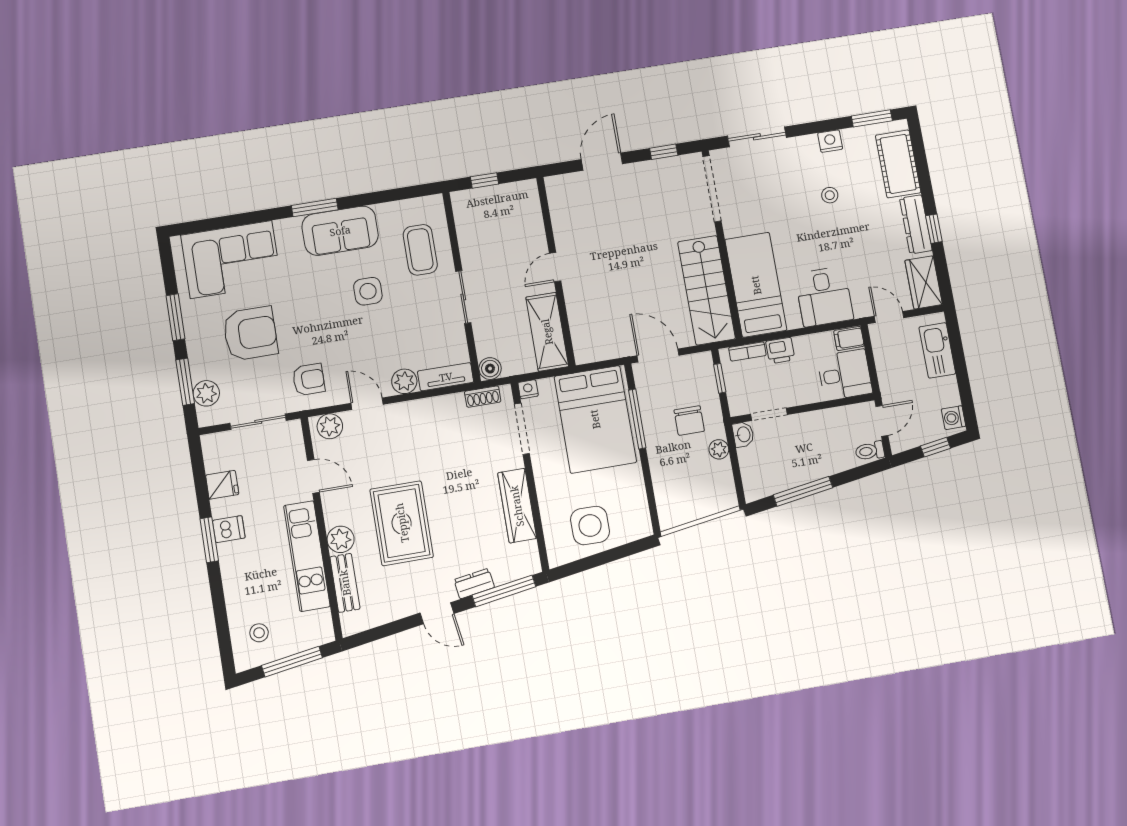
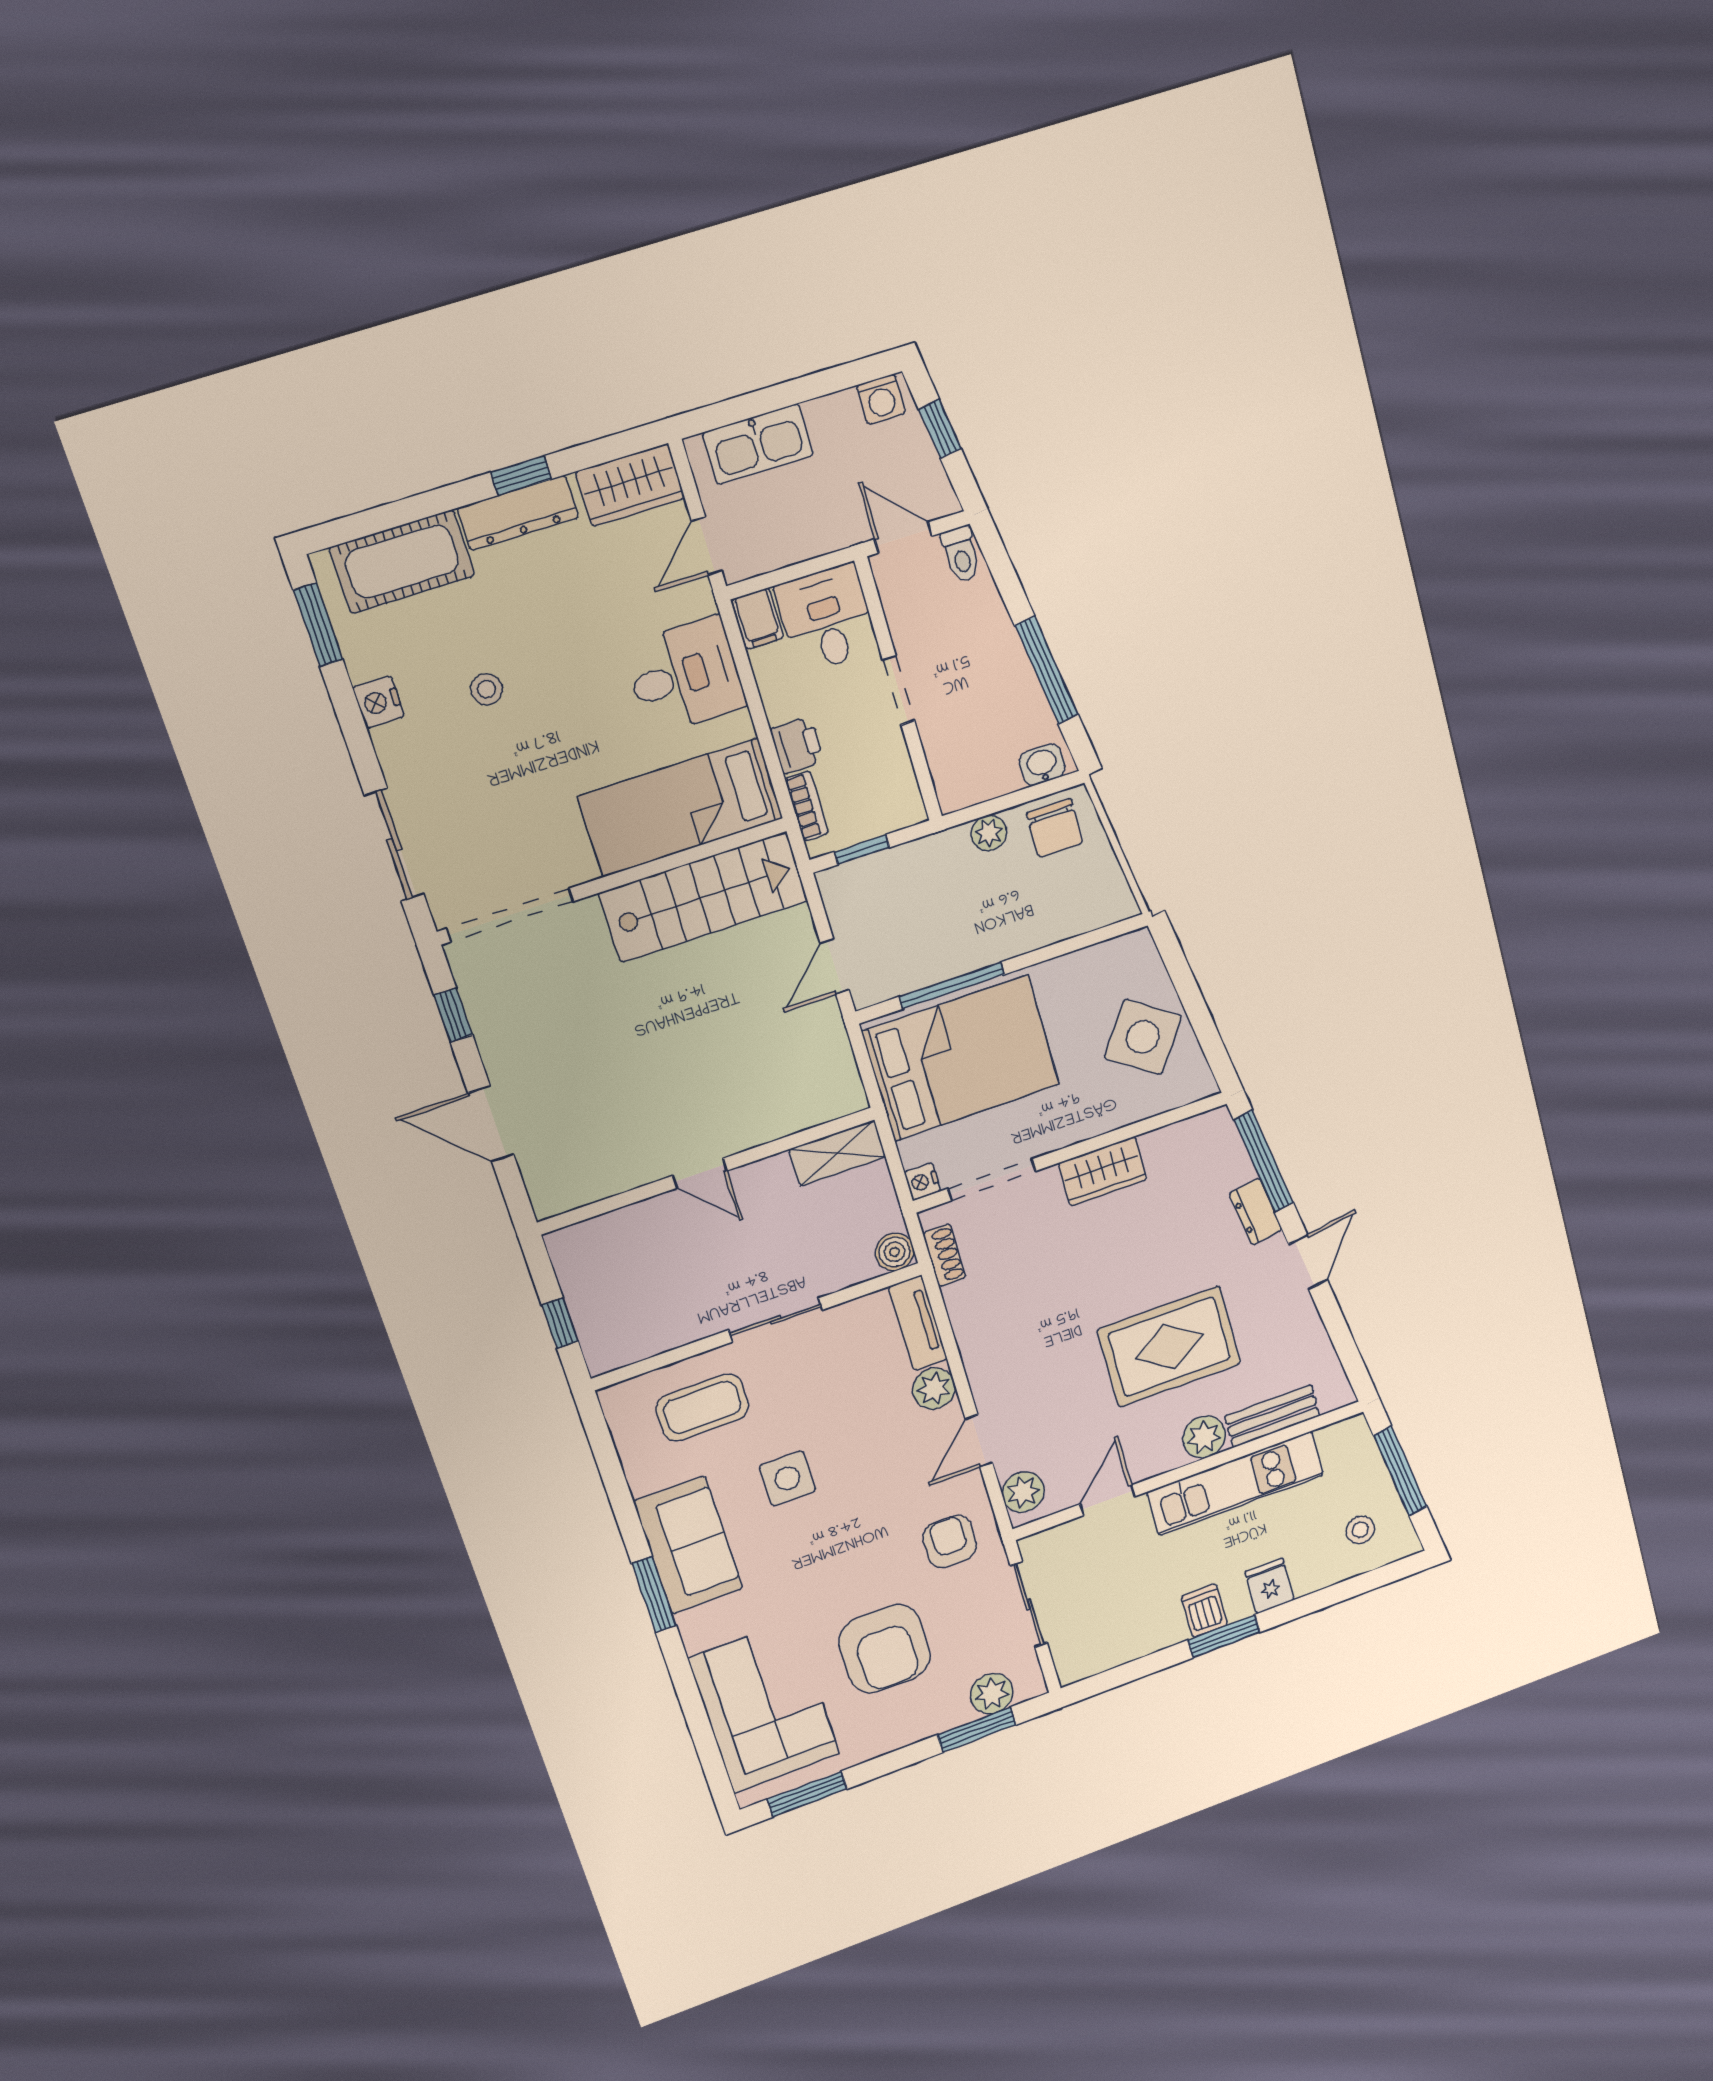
window: (175, 317) -> (807, 1794), moved
shelving: (547, 332) -> (837, 1153), width x0.67, depth x0.75
armchair: (250, 334) -> (885, 1649), turned 180
door: (658, 355) -> (835, 967), width x0.73
doorway: (769, 414) -> (899, 690), moved
chair: (689, 421) -> (1055, 828), moved, turned 90
washbasin: (743, 434) -> (1042, 765), moved
fridge: (222, 485) -> (1270, 1586), moved
wardrobe: (517, 506) -> (1103, 1171), width x0.67
side table: (590, 525) -> (1143, 1037), turned 35

